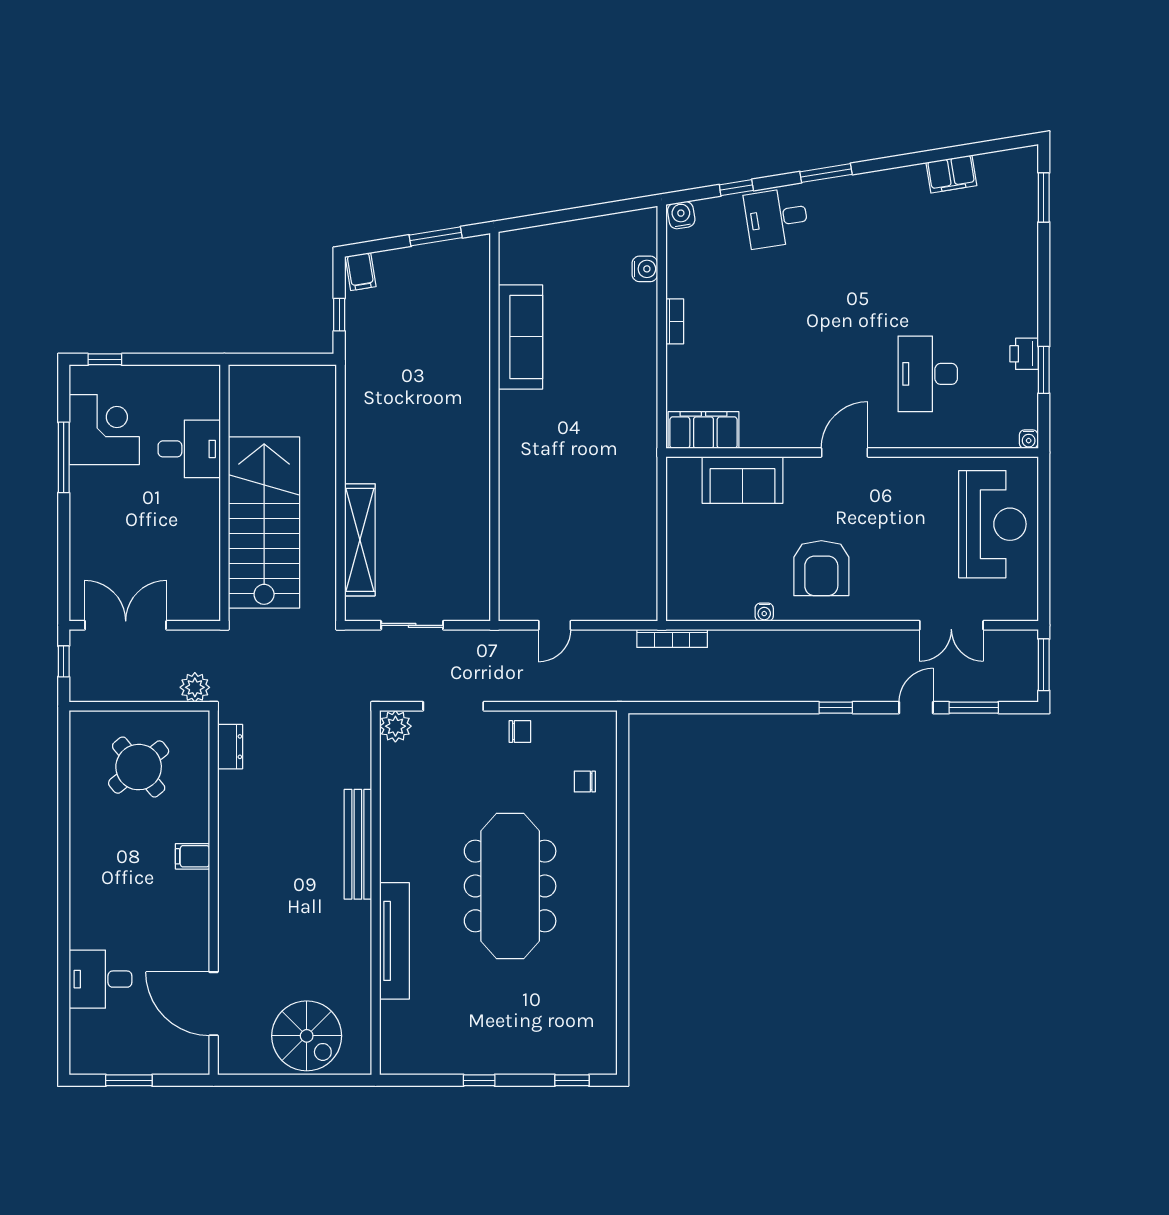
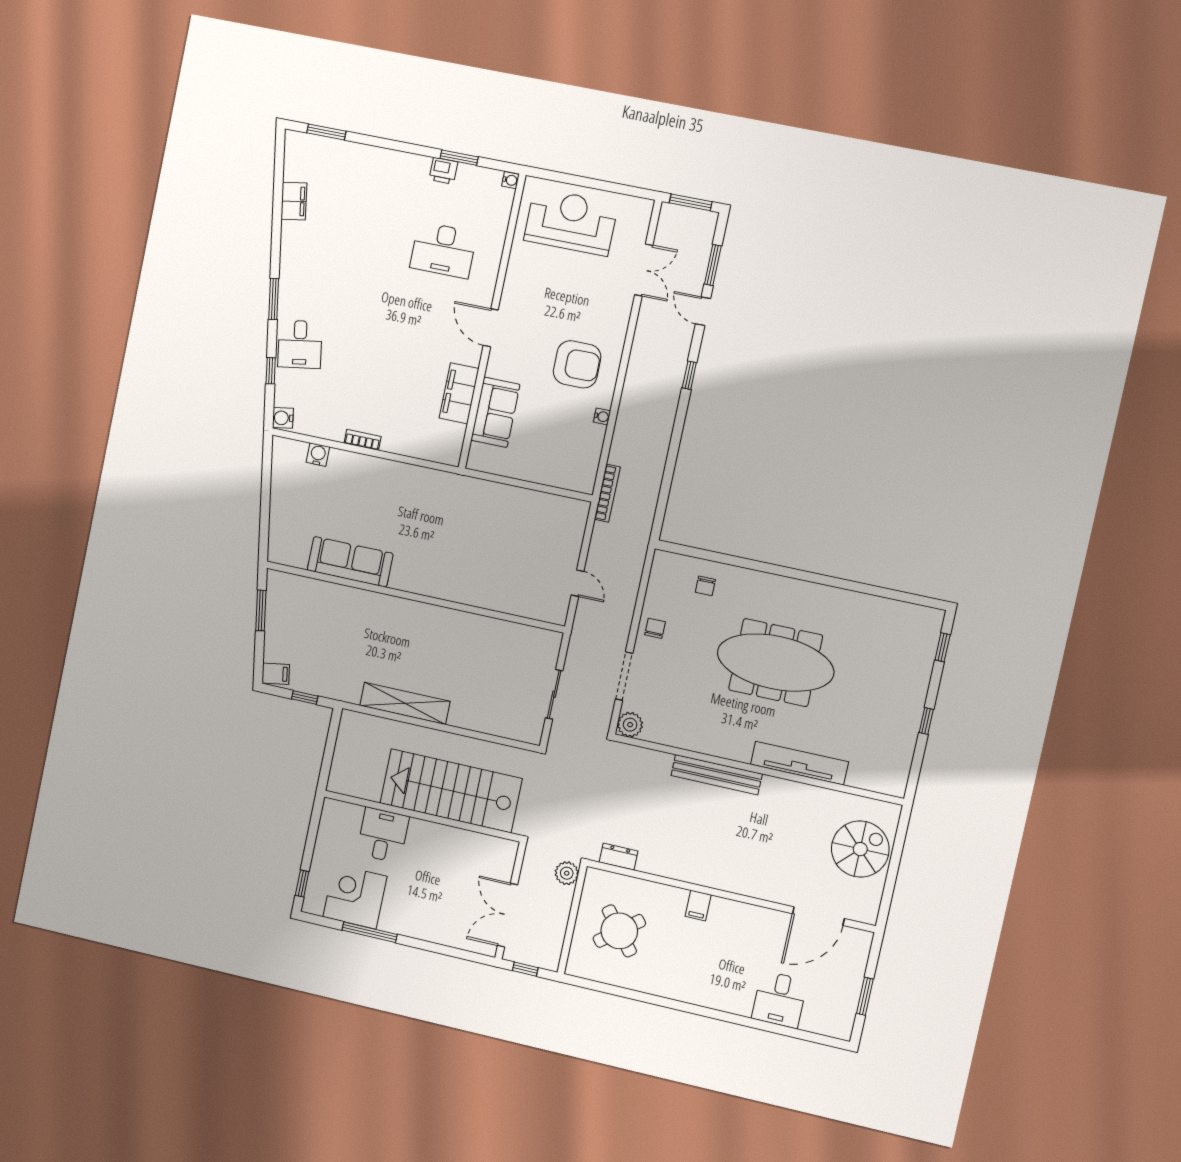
filing cabinet: (703, 430) -> (459, 393), moved
shelving: (360, 540) -> (405, 703), moved

